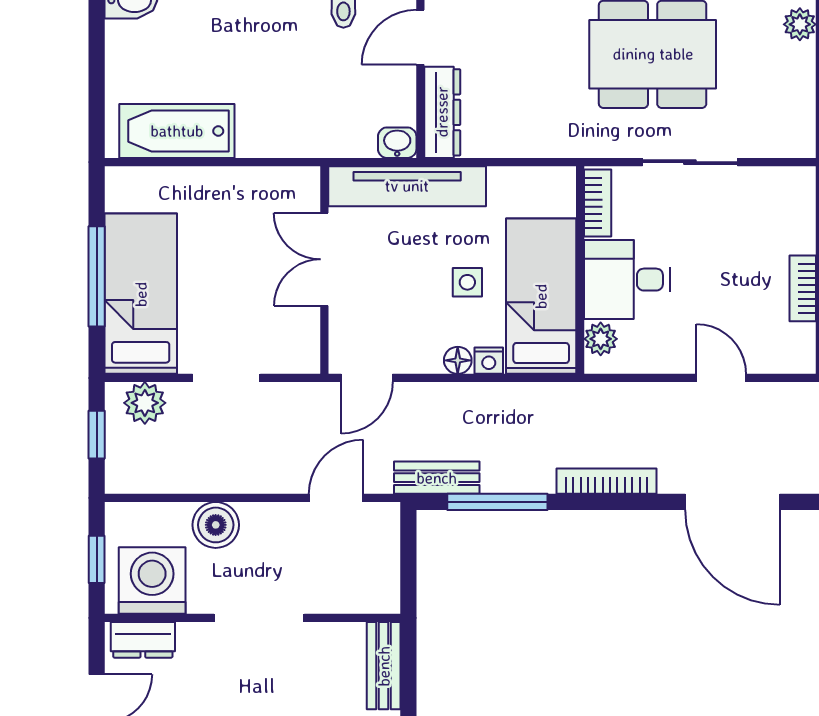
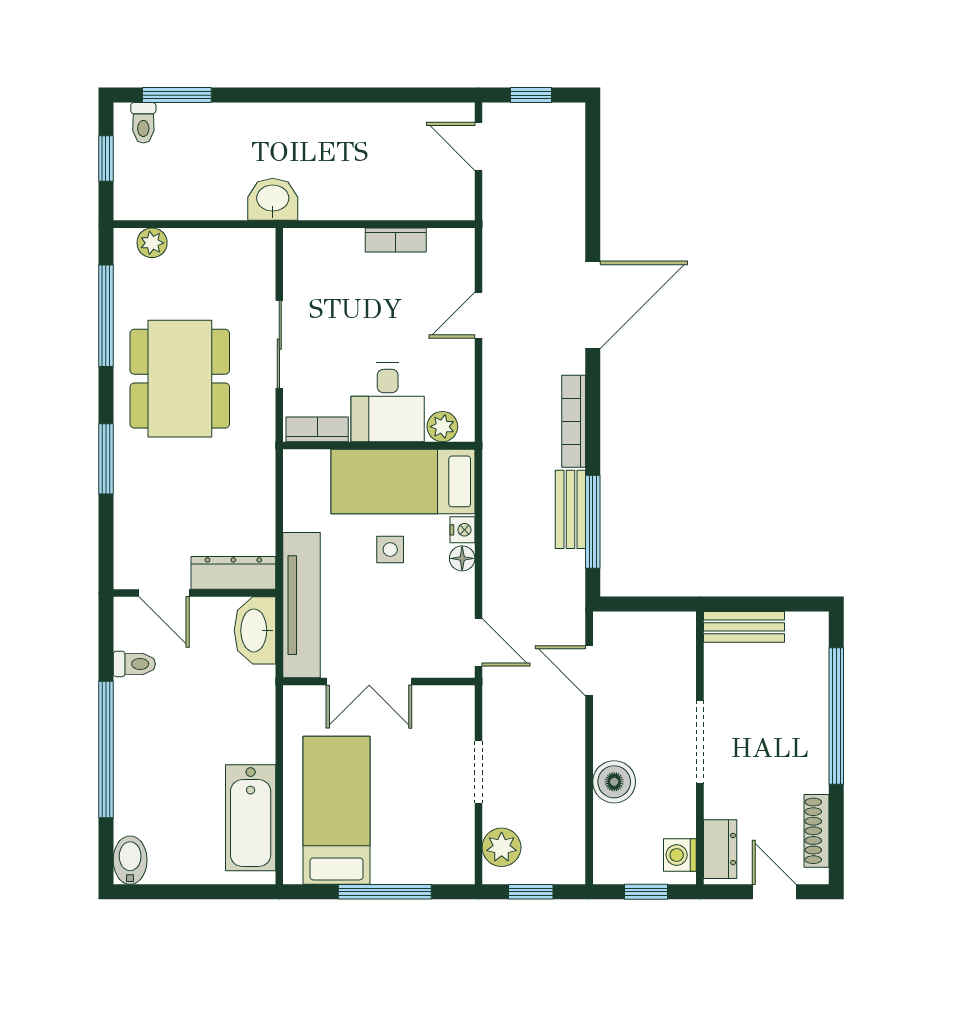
washbasin: (397, 143) -> (255, 630), width x1.91, depth x1.45
bed: (141, 294) -> (336, 810), moved, turned 90
bench: (437, 478) -> (570, 509), moved
washing machine: (152, 580) -> (680, 855), width x0.53, depth x0.53

